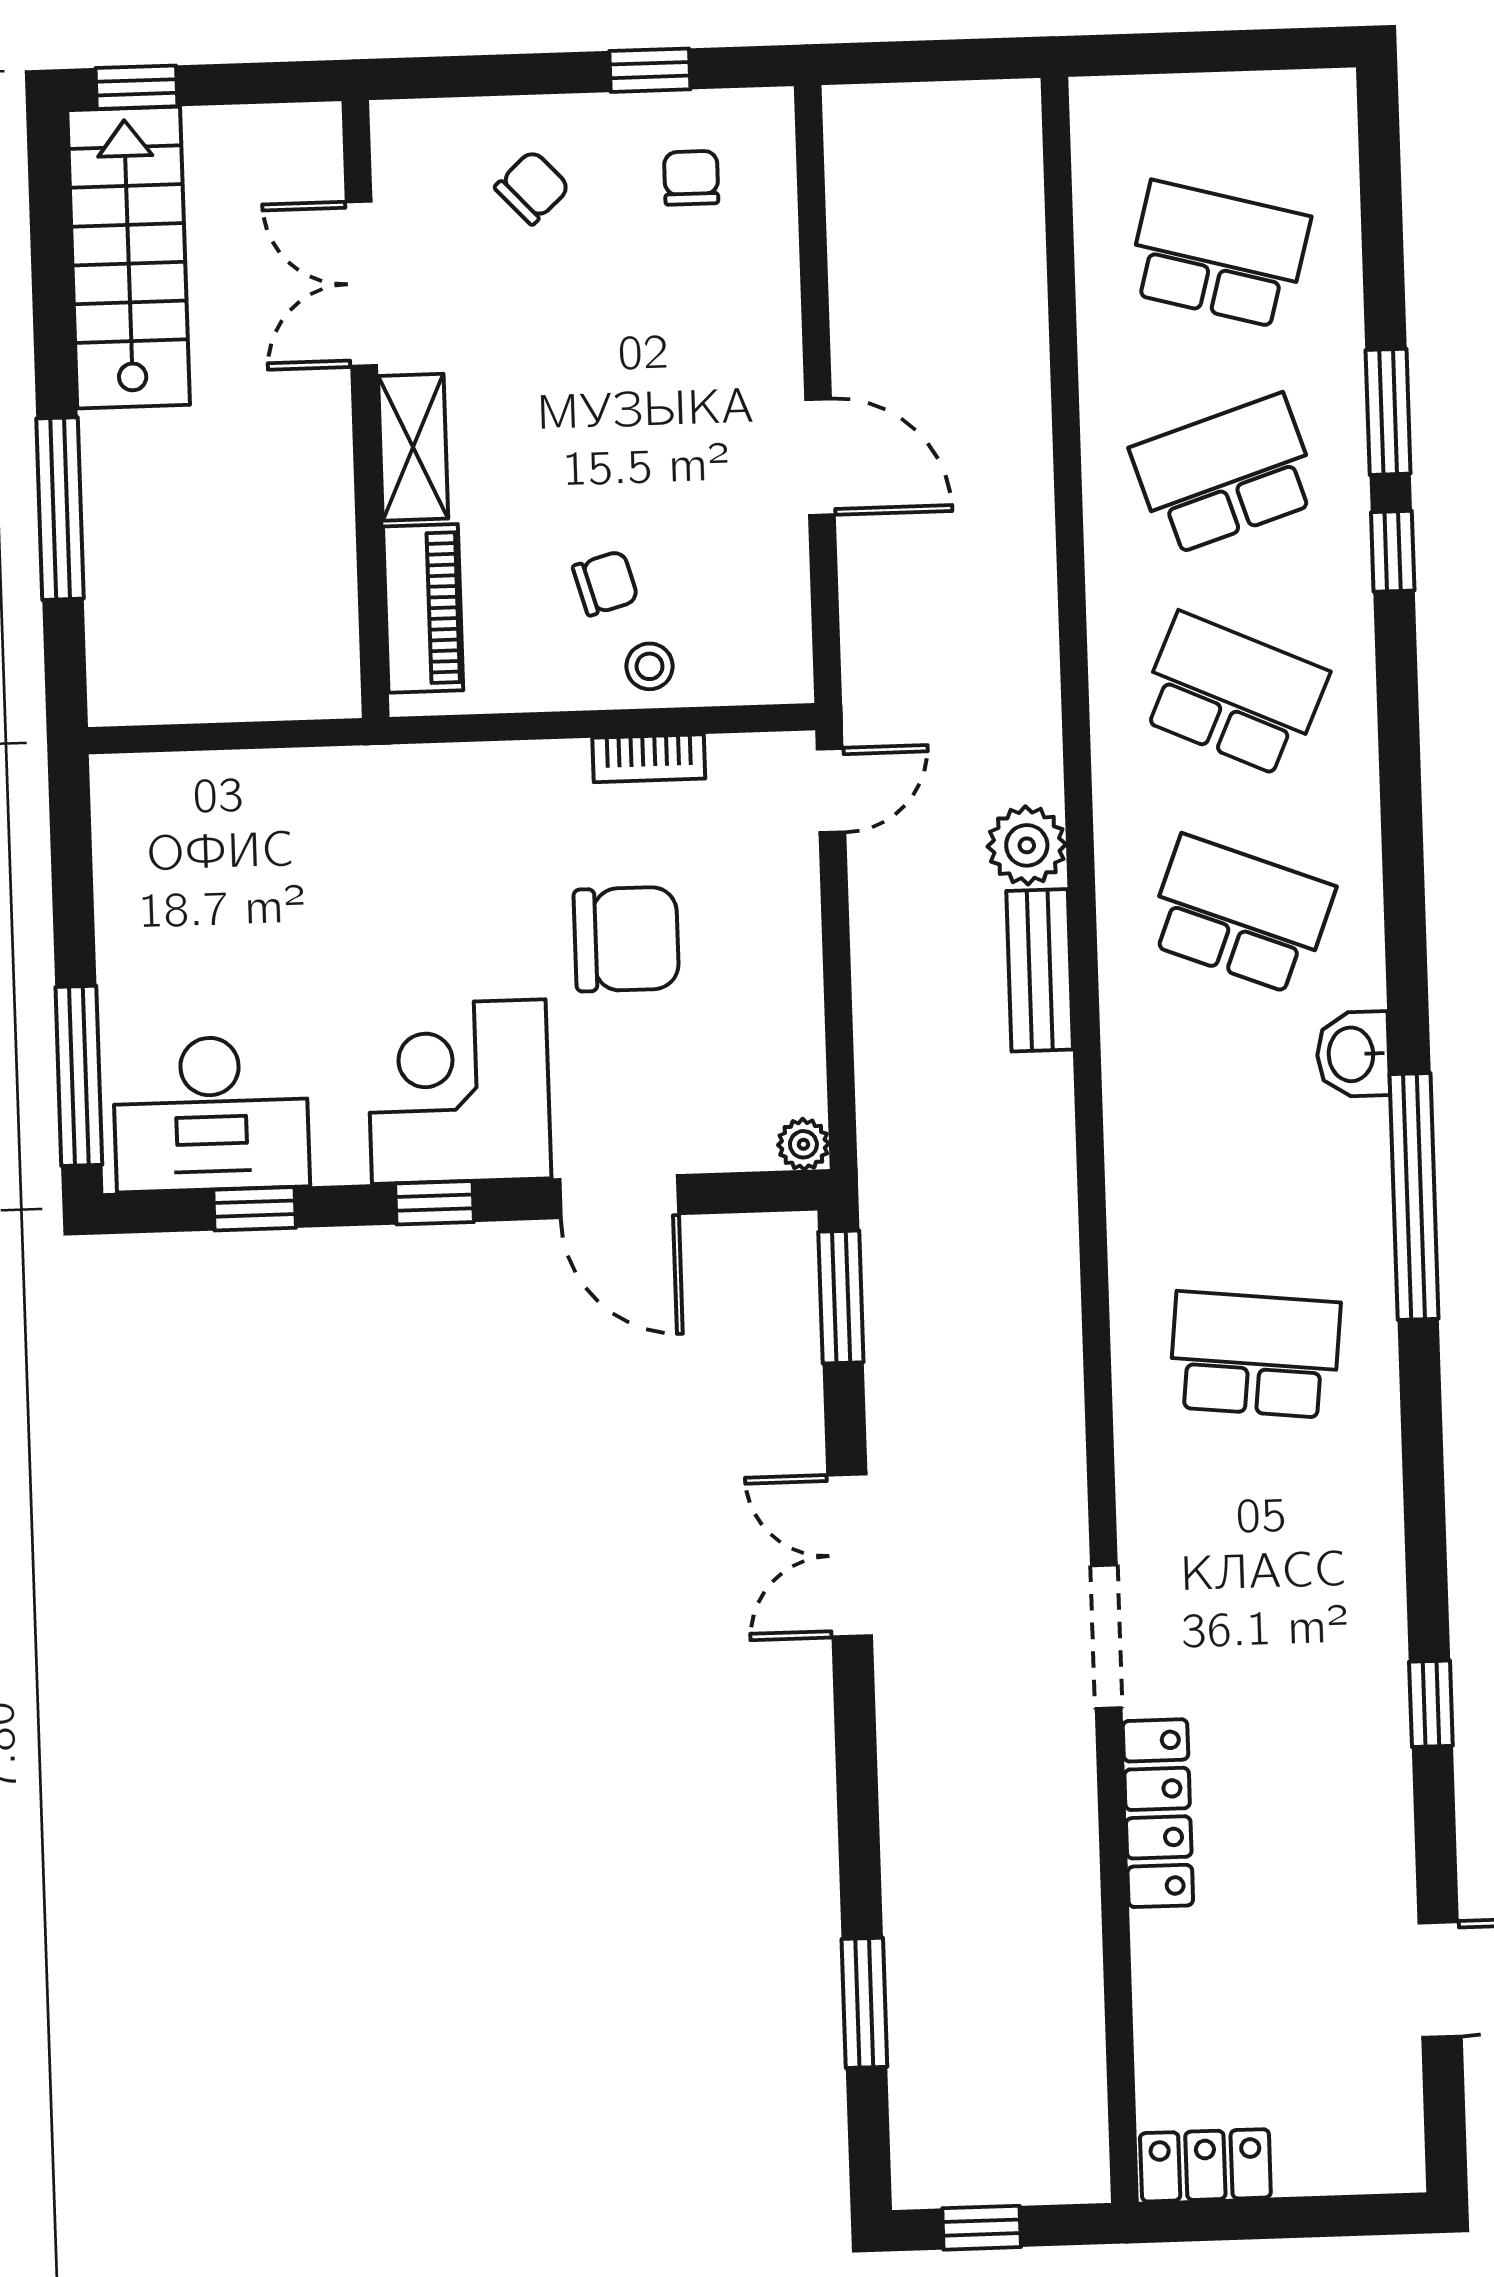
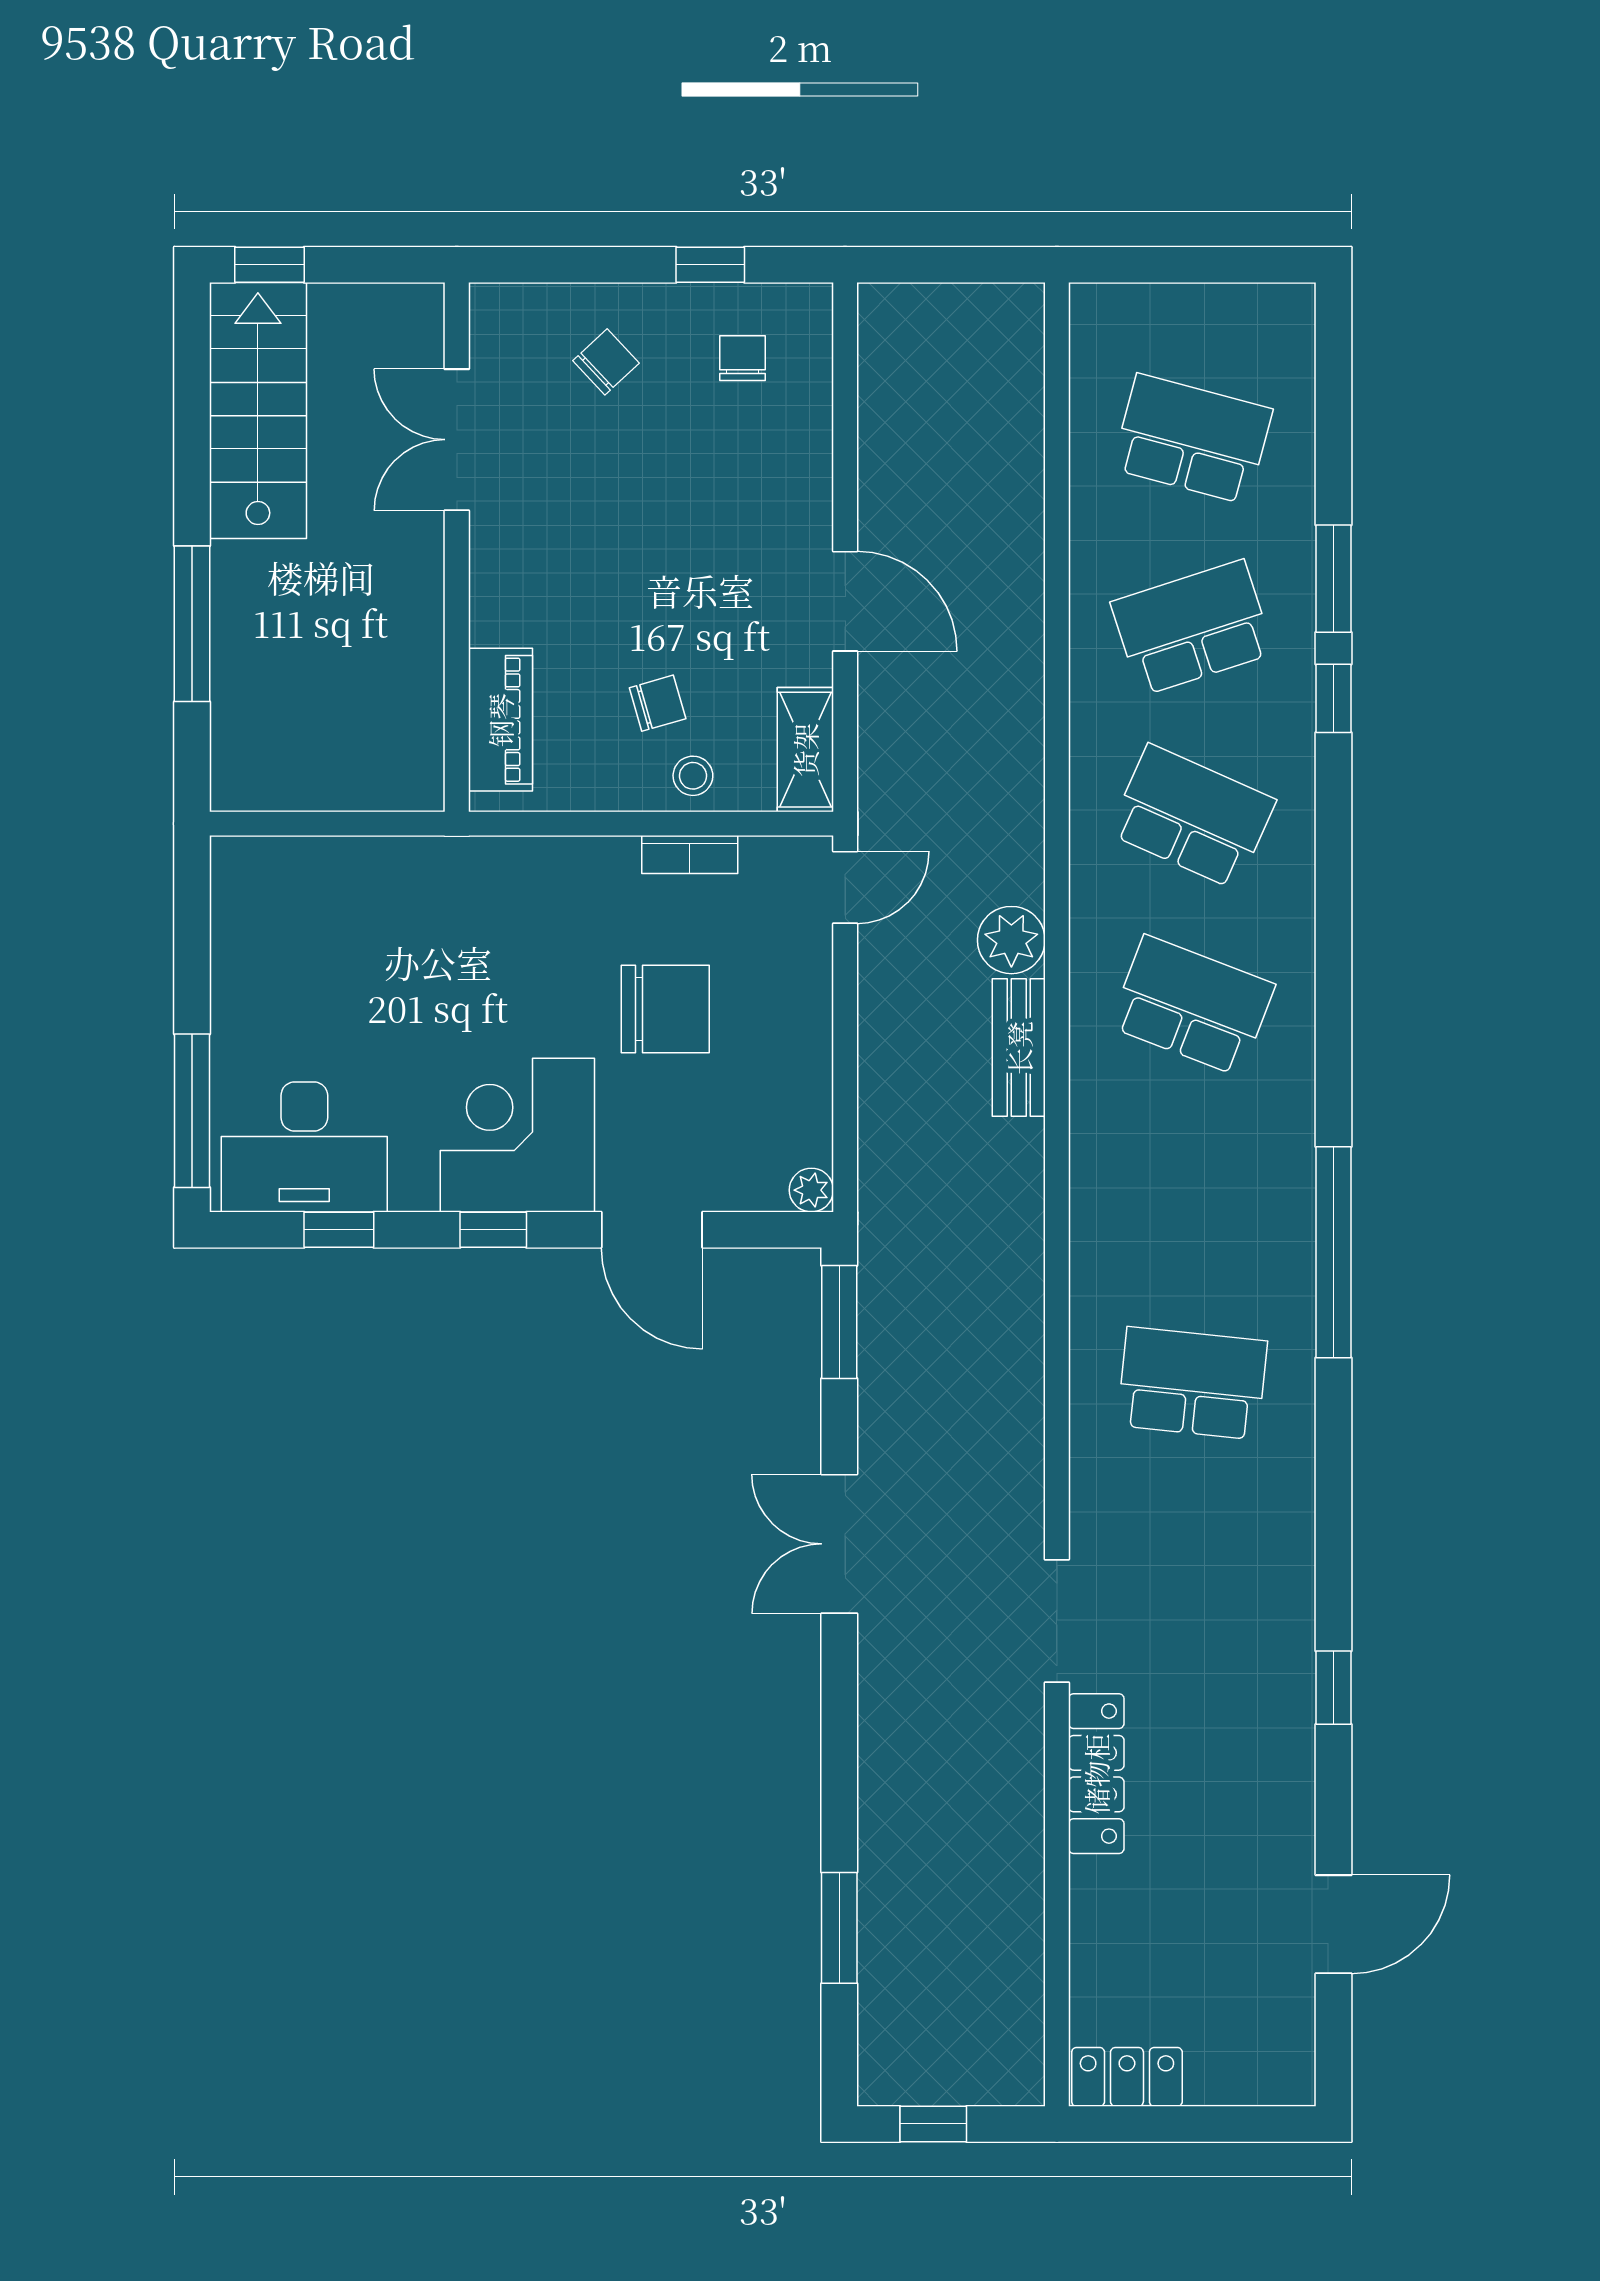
shelving: (413, 447) -> (805, 750), moved
washbasin: (1353, 1054) -> (1285, 1128), removed

